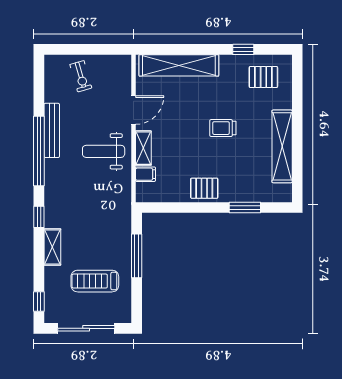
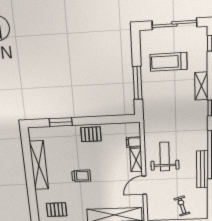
weight bench: (104, 151) -> (165, 157), turned -90
treadmill: (95, 281) -> (169, 62), turned 180

